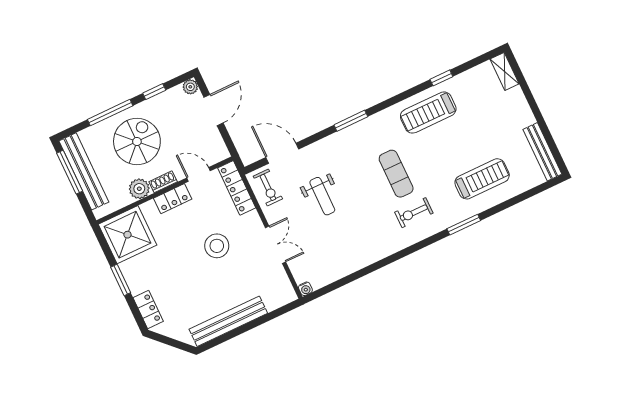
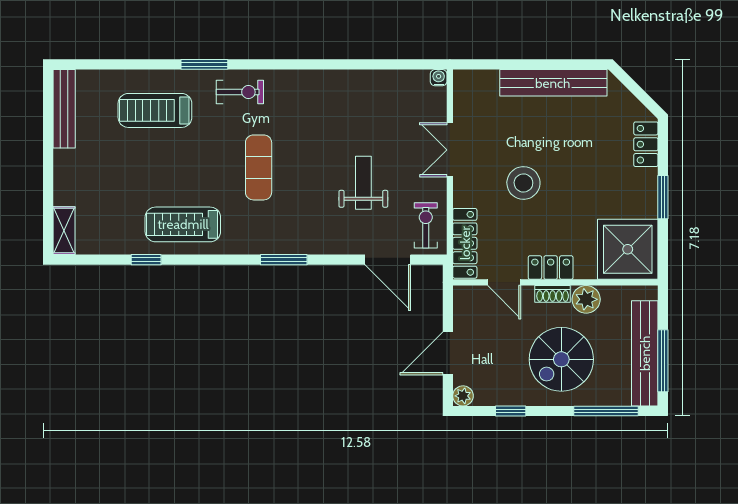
window: (110, 113) -> (606, 411), moved
treadmill: (428, 113) -> (183, 224), turned 180
exercise bike: (414, 213) -> (240, 92), moved

